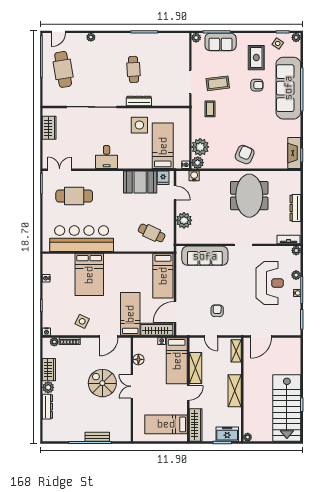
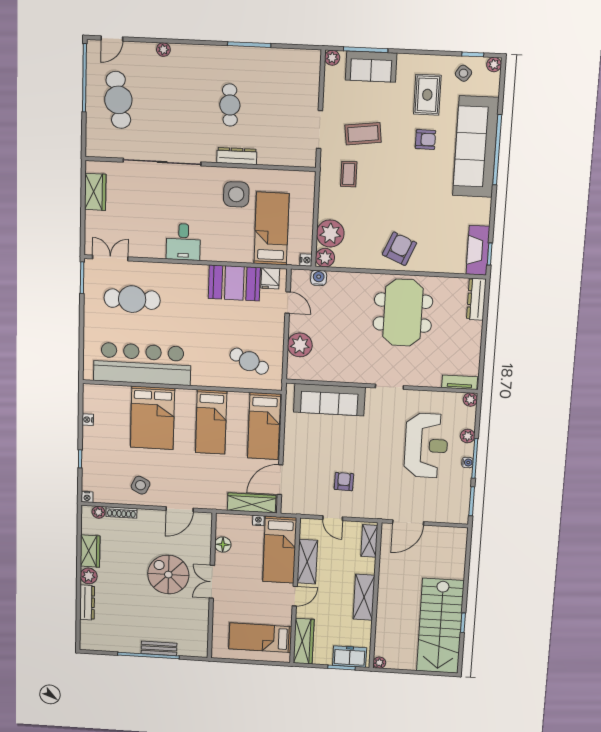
dresser: (295, 208) -> (476, 299), moved
bed: (130, 314) -> (211, 422), moved, turned 180

